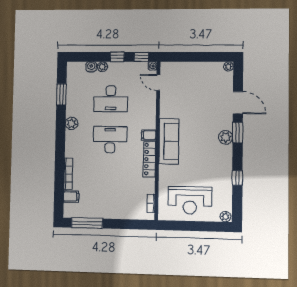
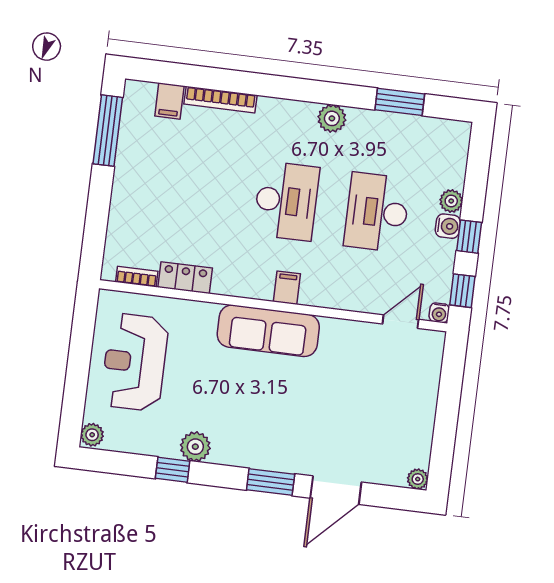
water cooler: (91, 67) -> (448, 226), moved
plant: (226, 137) -> (195, 447), moved
locker: (149, 159) -> (185, 278), moved, width x0.66

